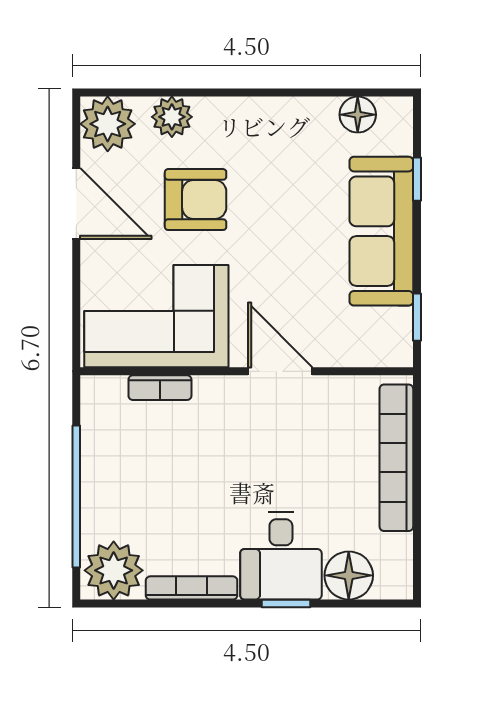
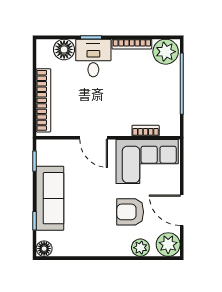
floor lamp: (358, 115) -> (44, 249), moved

